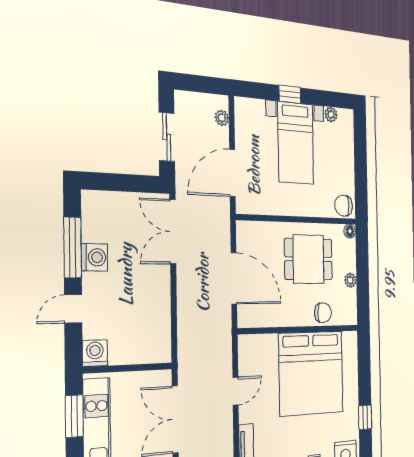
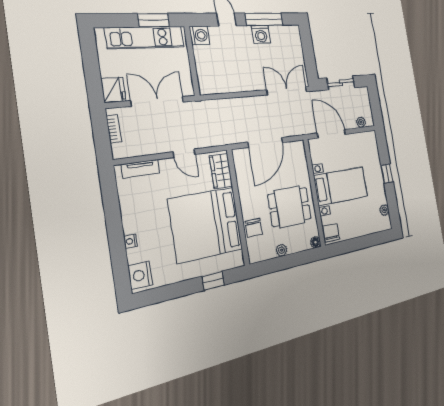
bed with nightstands: (296, 143) -> (341, 186), moved, turned 180
dining table: (308, 259) -> (290, 207), turned 90
wardrobe: (259, 346) -> (221, 171), added
window: (365, 417) -> (213, 281), moved

